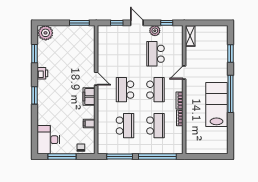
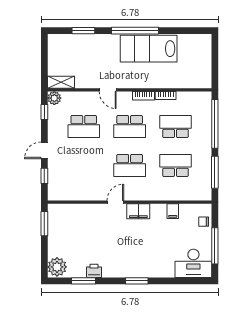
plant: (155, 31) -> (54, 98), moved
printer: (42, 73) -> (94, 271), moved
school desk: (155, 90) -> (130, 127), turned 180

